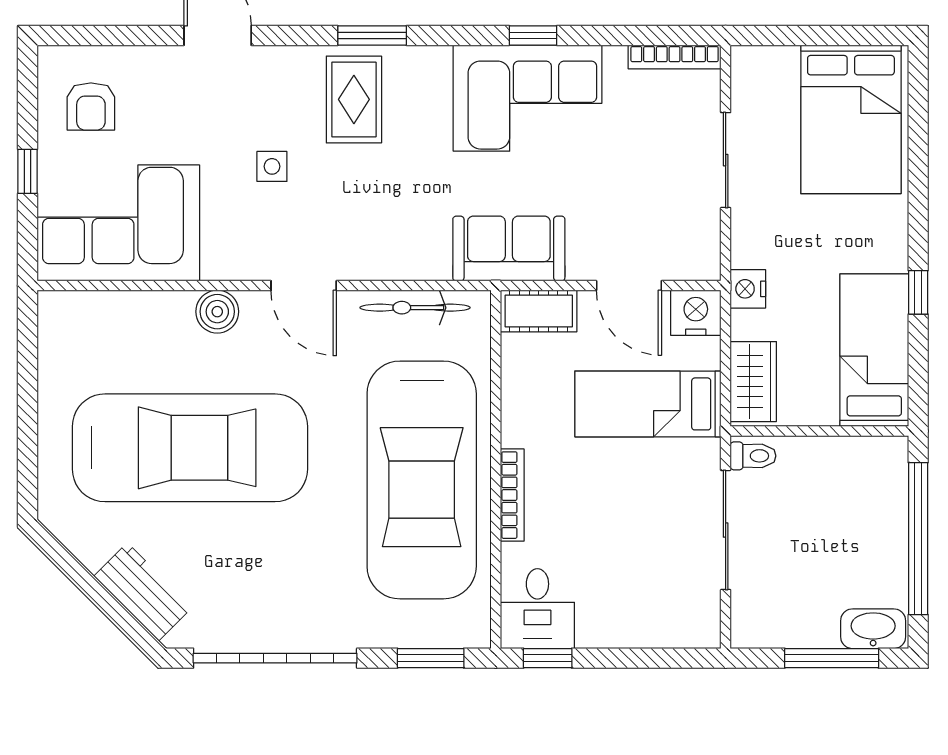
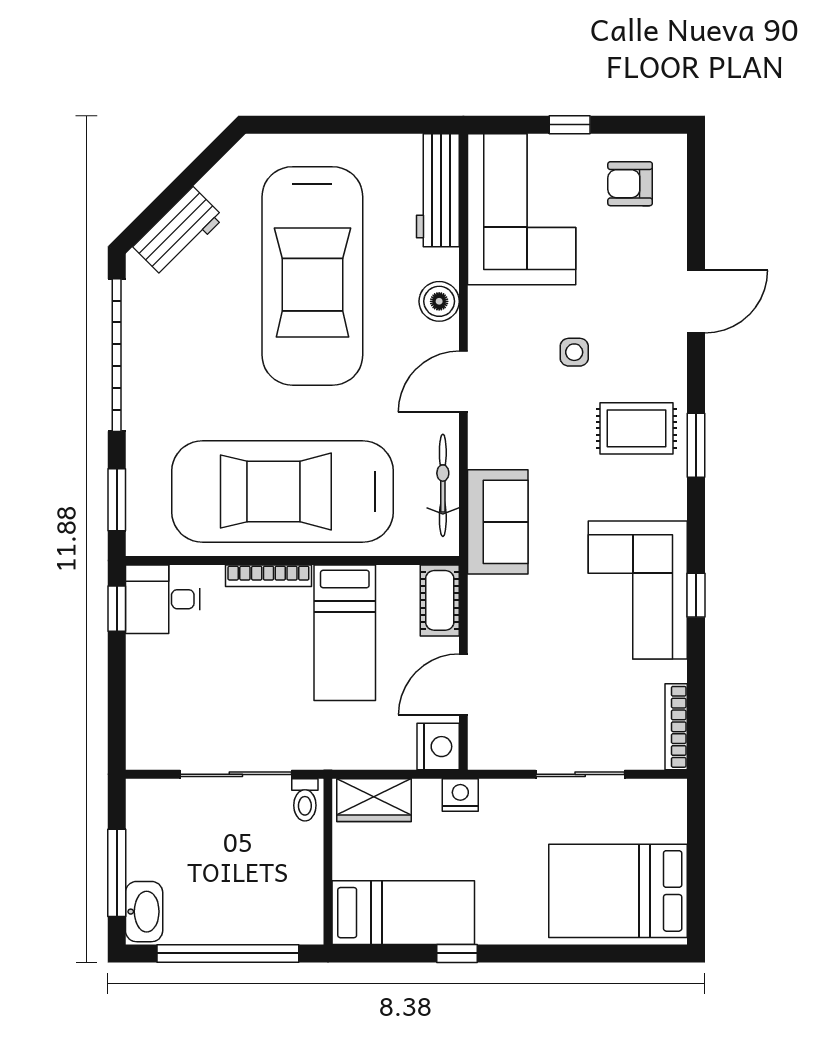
sofa: (509, 249) -> (498, 522), moved
workbench: (98, 313) -> (438, 190), added
bed: (648, 404) -> (345, 633), moved, turned 180

